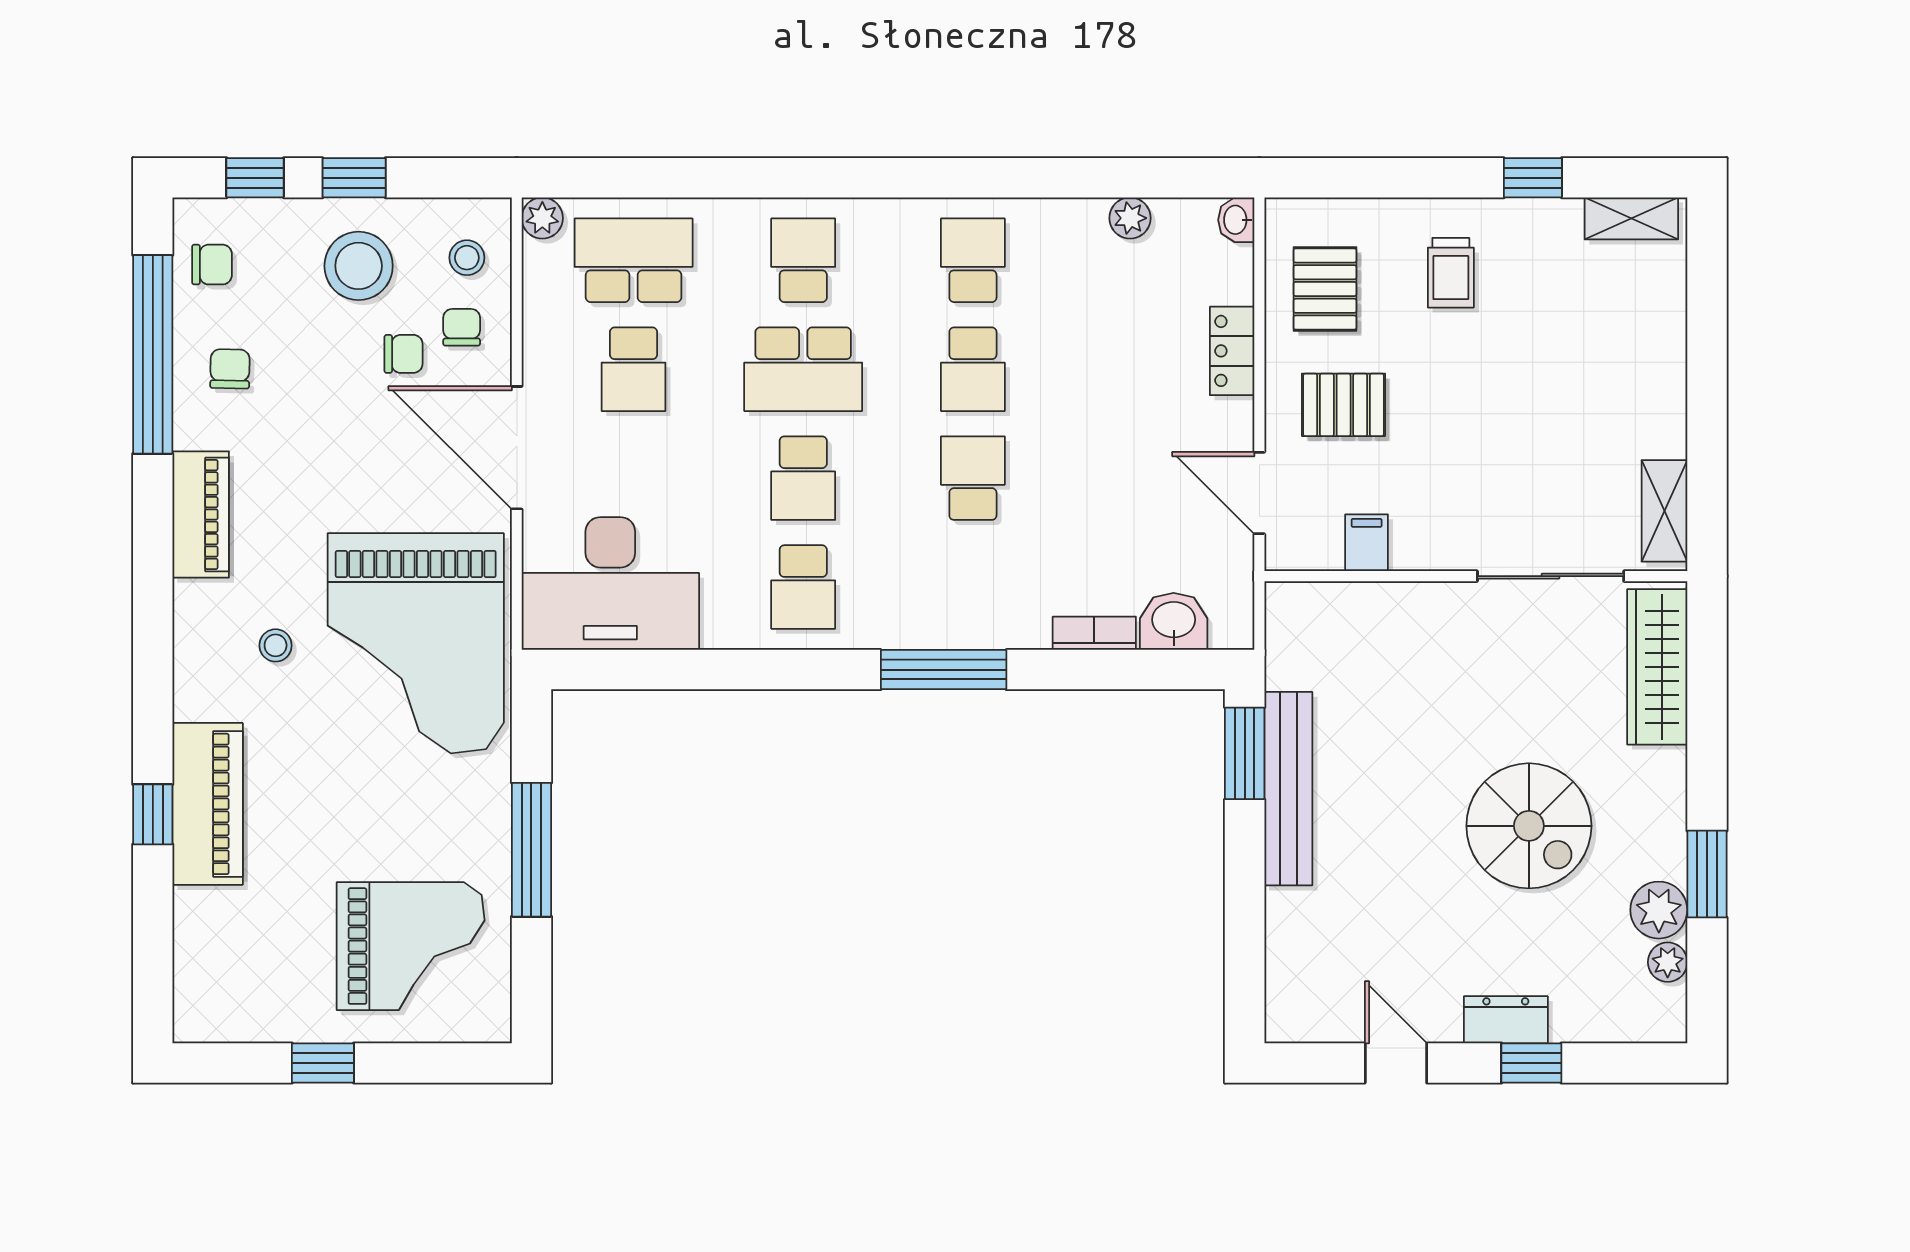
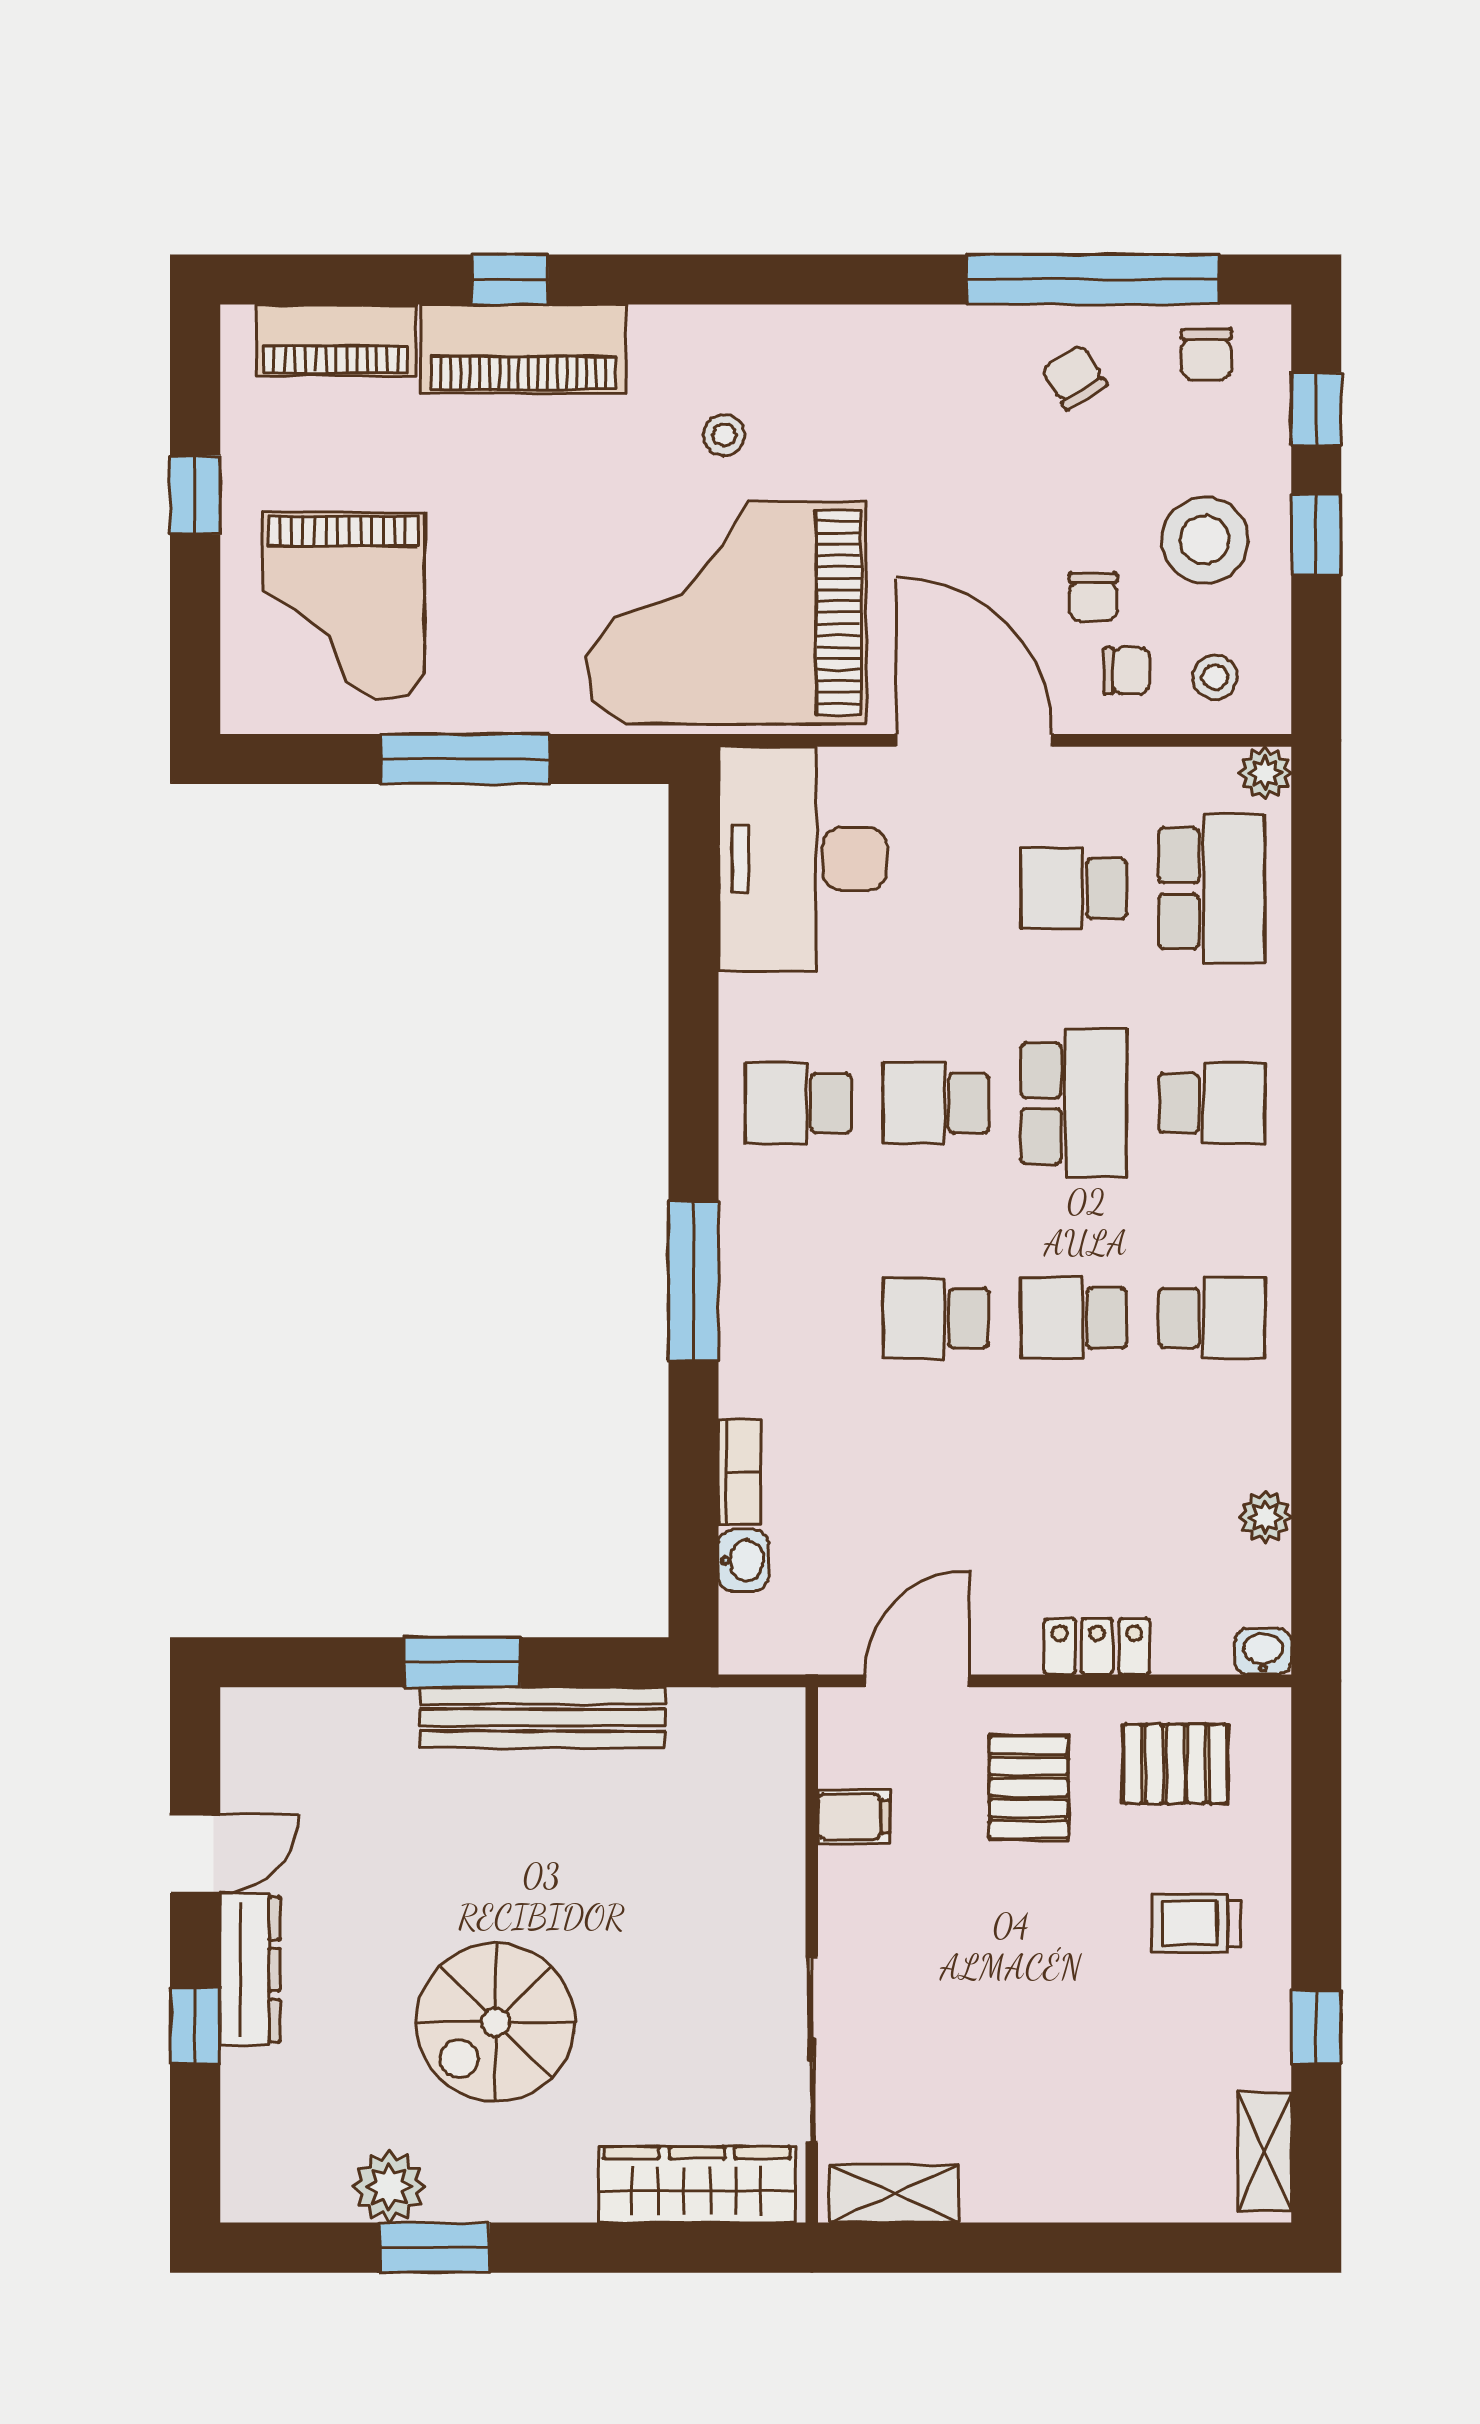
chair: (230, 369) -> (1074, 377), turned -123
school desk: (803, 369) -> (1074, 1103), turned 180
door: (517, 448) -> (974, 740), hinge flipped
school desk: (973, 478) -> (936, 1318), turned 180
piano: (201, 514) -> (336, 340), moved
washbasin: (1174, 621) -> (743, 1560), width x0.72, depth x0.69
window: (1245, 753) -> (462, 1662), moved
plant: (1668, 962) -> (323, 2198), removed
dresser: (1506, 1020) -> (250, 1970), width x1.44

